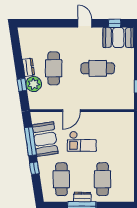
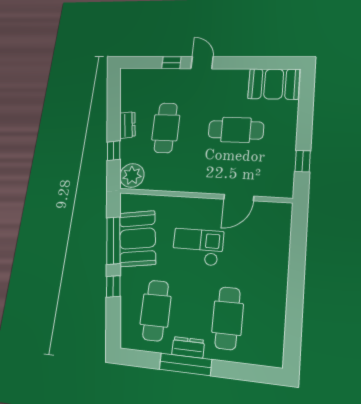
door: (85, 23) -> (202, 63), moved
window: (115, 23) -> (171, 63), moved
plant: (34, 84) -> (132, 175), moved
door: (71, 111) -> (239, 198), moved
checkout: (82, 141) -> (198, 247), turned 180

